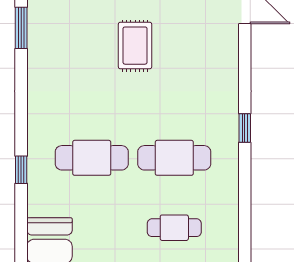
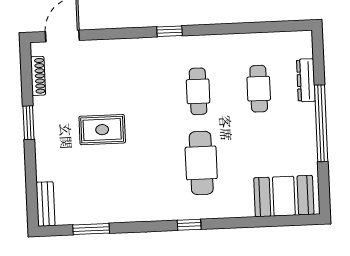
cafe table: (174, 158) -> (198, 91), width x0.73, depth x0.74
window: (21, 170) -> (189, 225), moved

